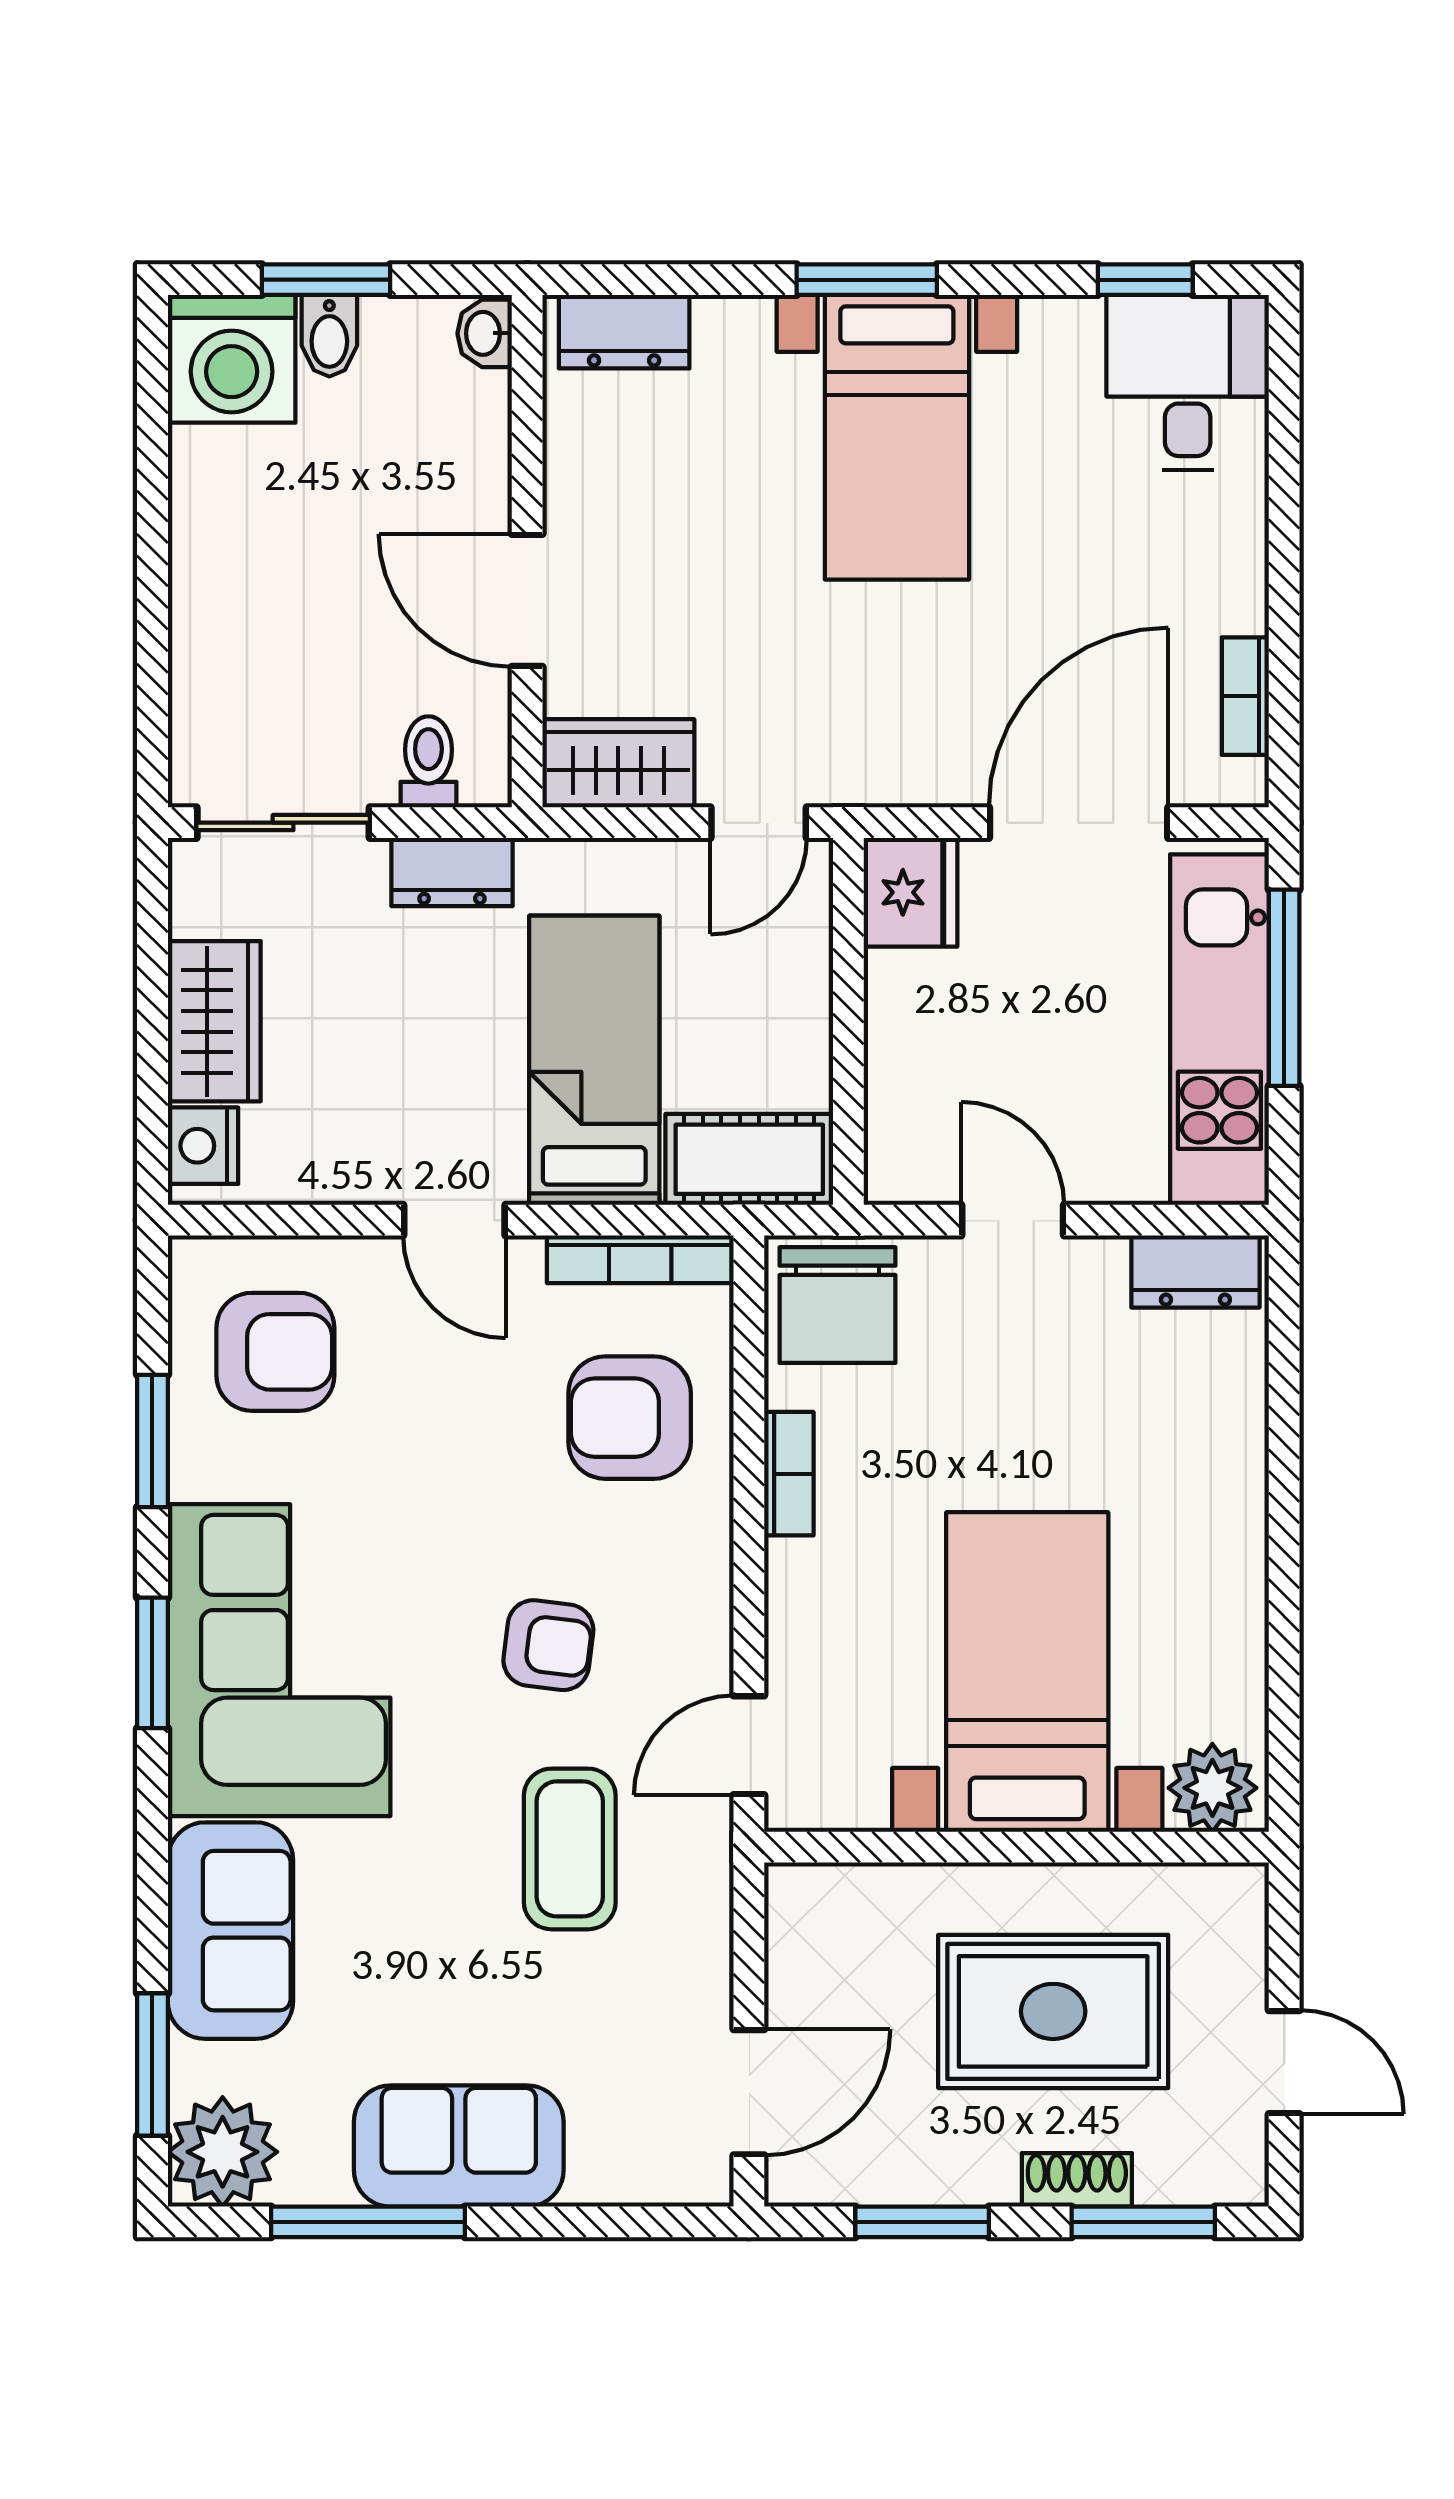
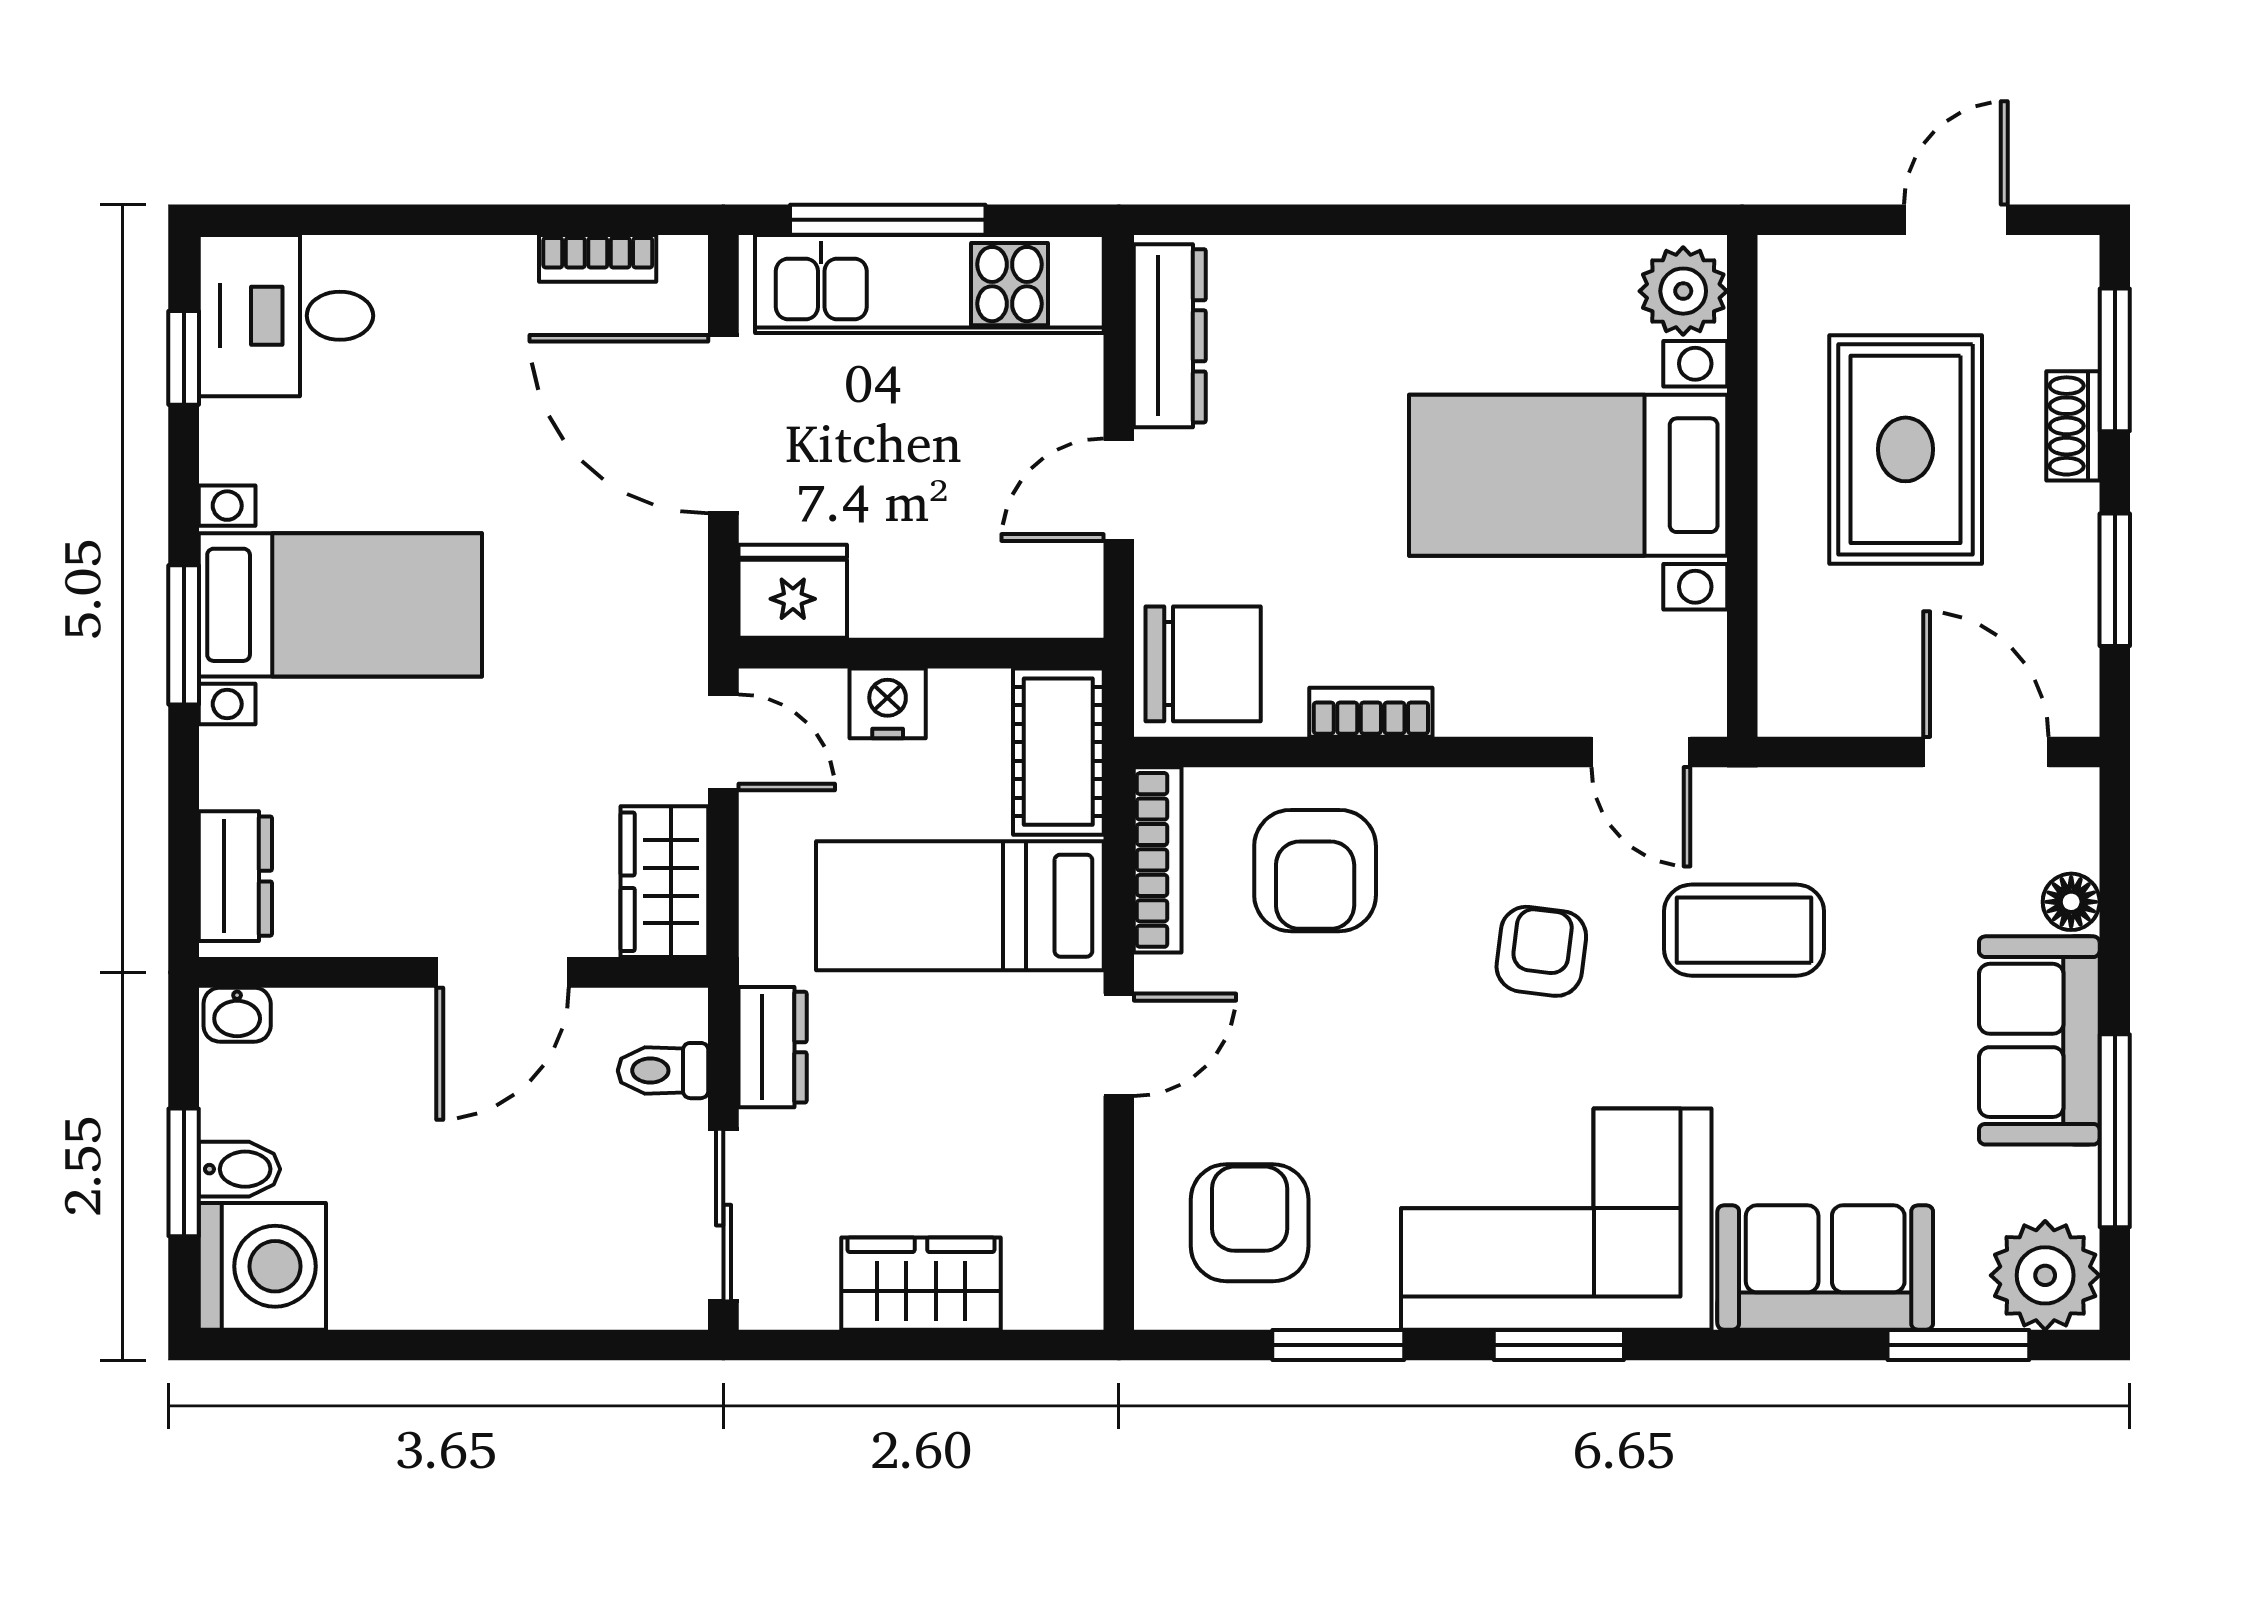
nightstand: (203, 1146) -> (888, 703), moved, turned 180
dresser: (1195, 1272) -> (1170, 336), width x1.44
floor lamp: (598, 2178) -> (2071, 902), added

